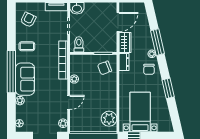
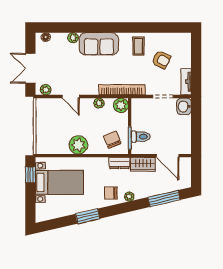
armchair: (28, 20) -> (161, 60), moved
window: (158, 42) -> (164, 199), moved
toilet: (79, 44) -> (141, 137), moved
plant: (76, 61) -> (121, 105), added
window: (11, 72) -> (108, 27), removed
plant: (109, 119) -> (78, 145), moved

